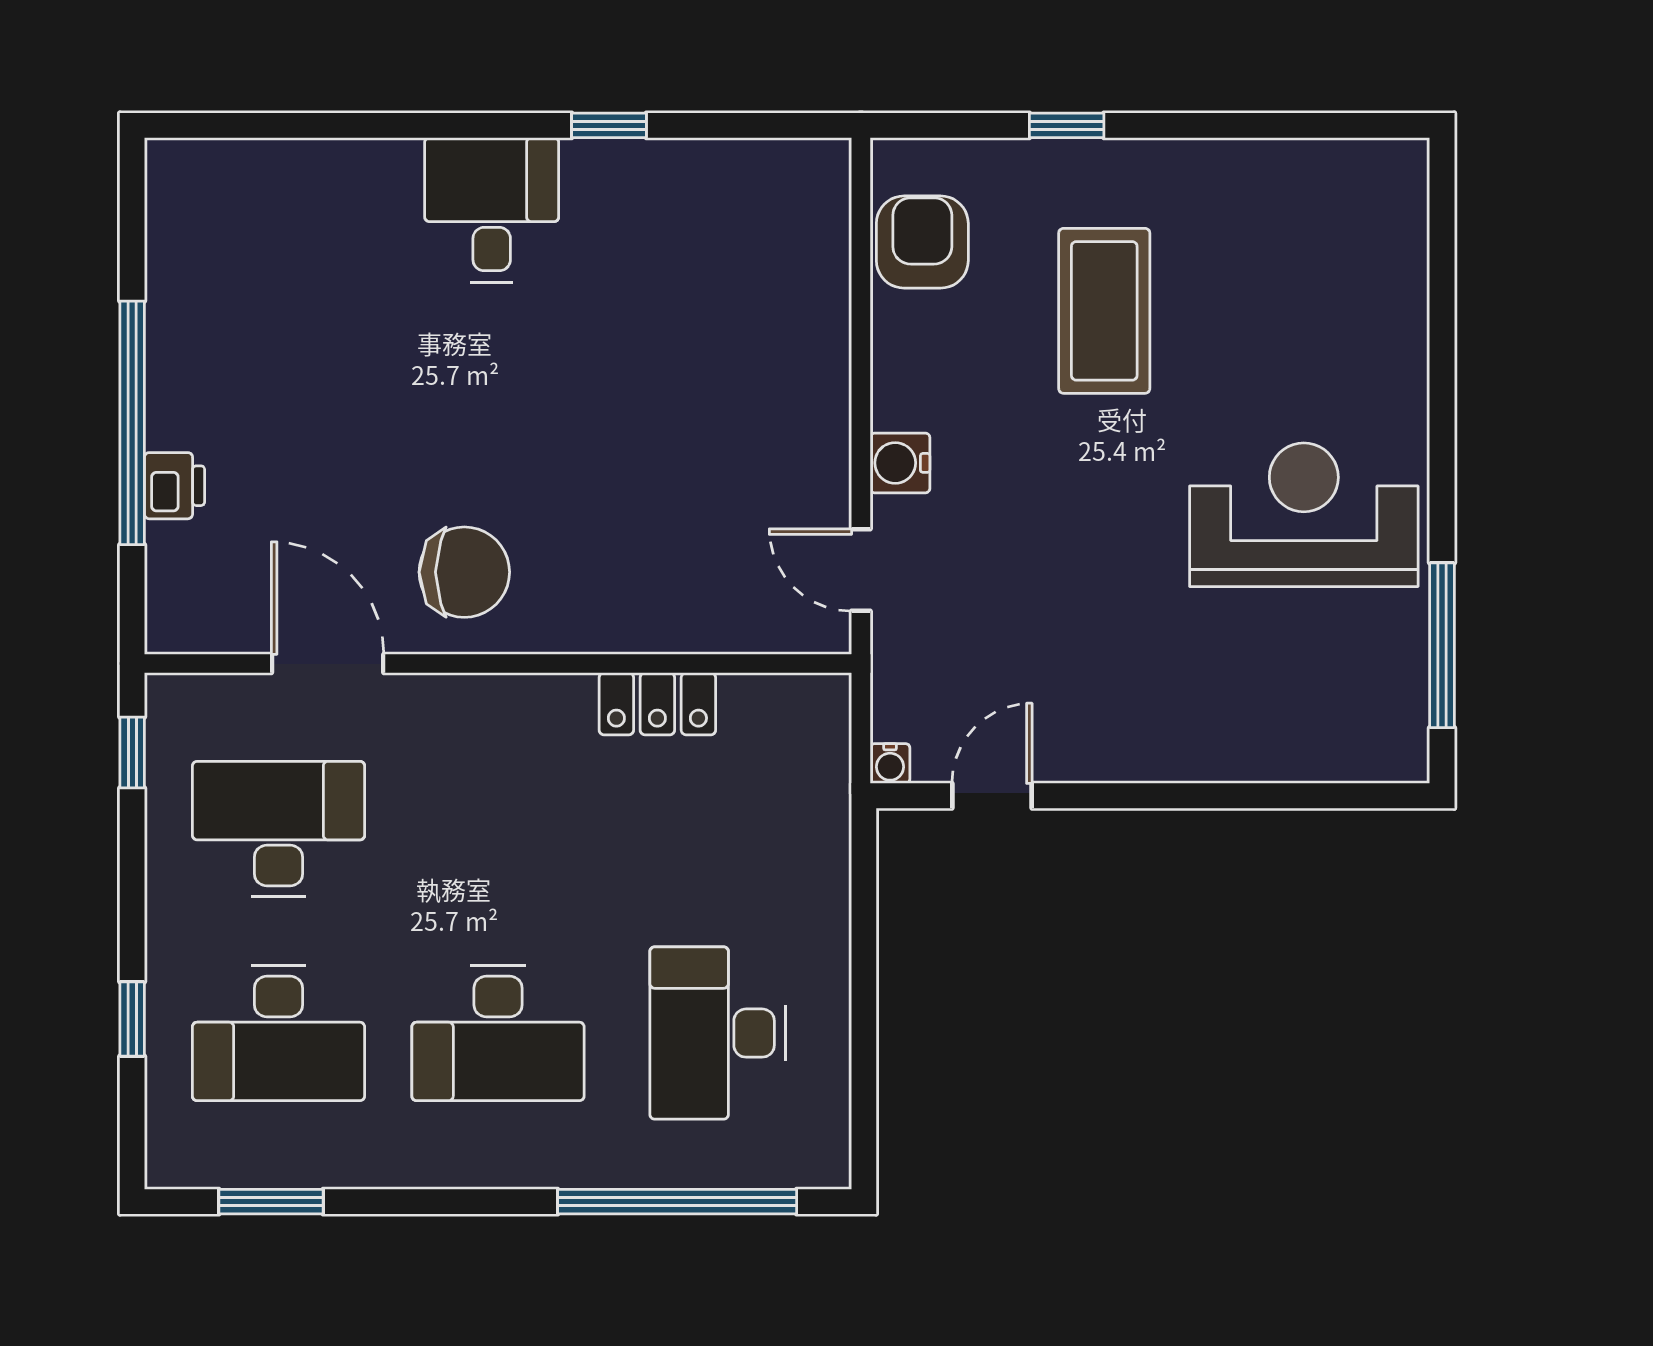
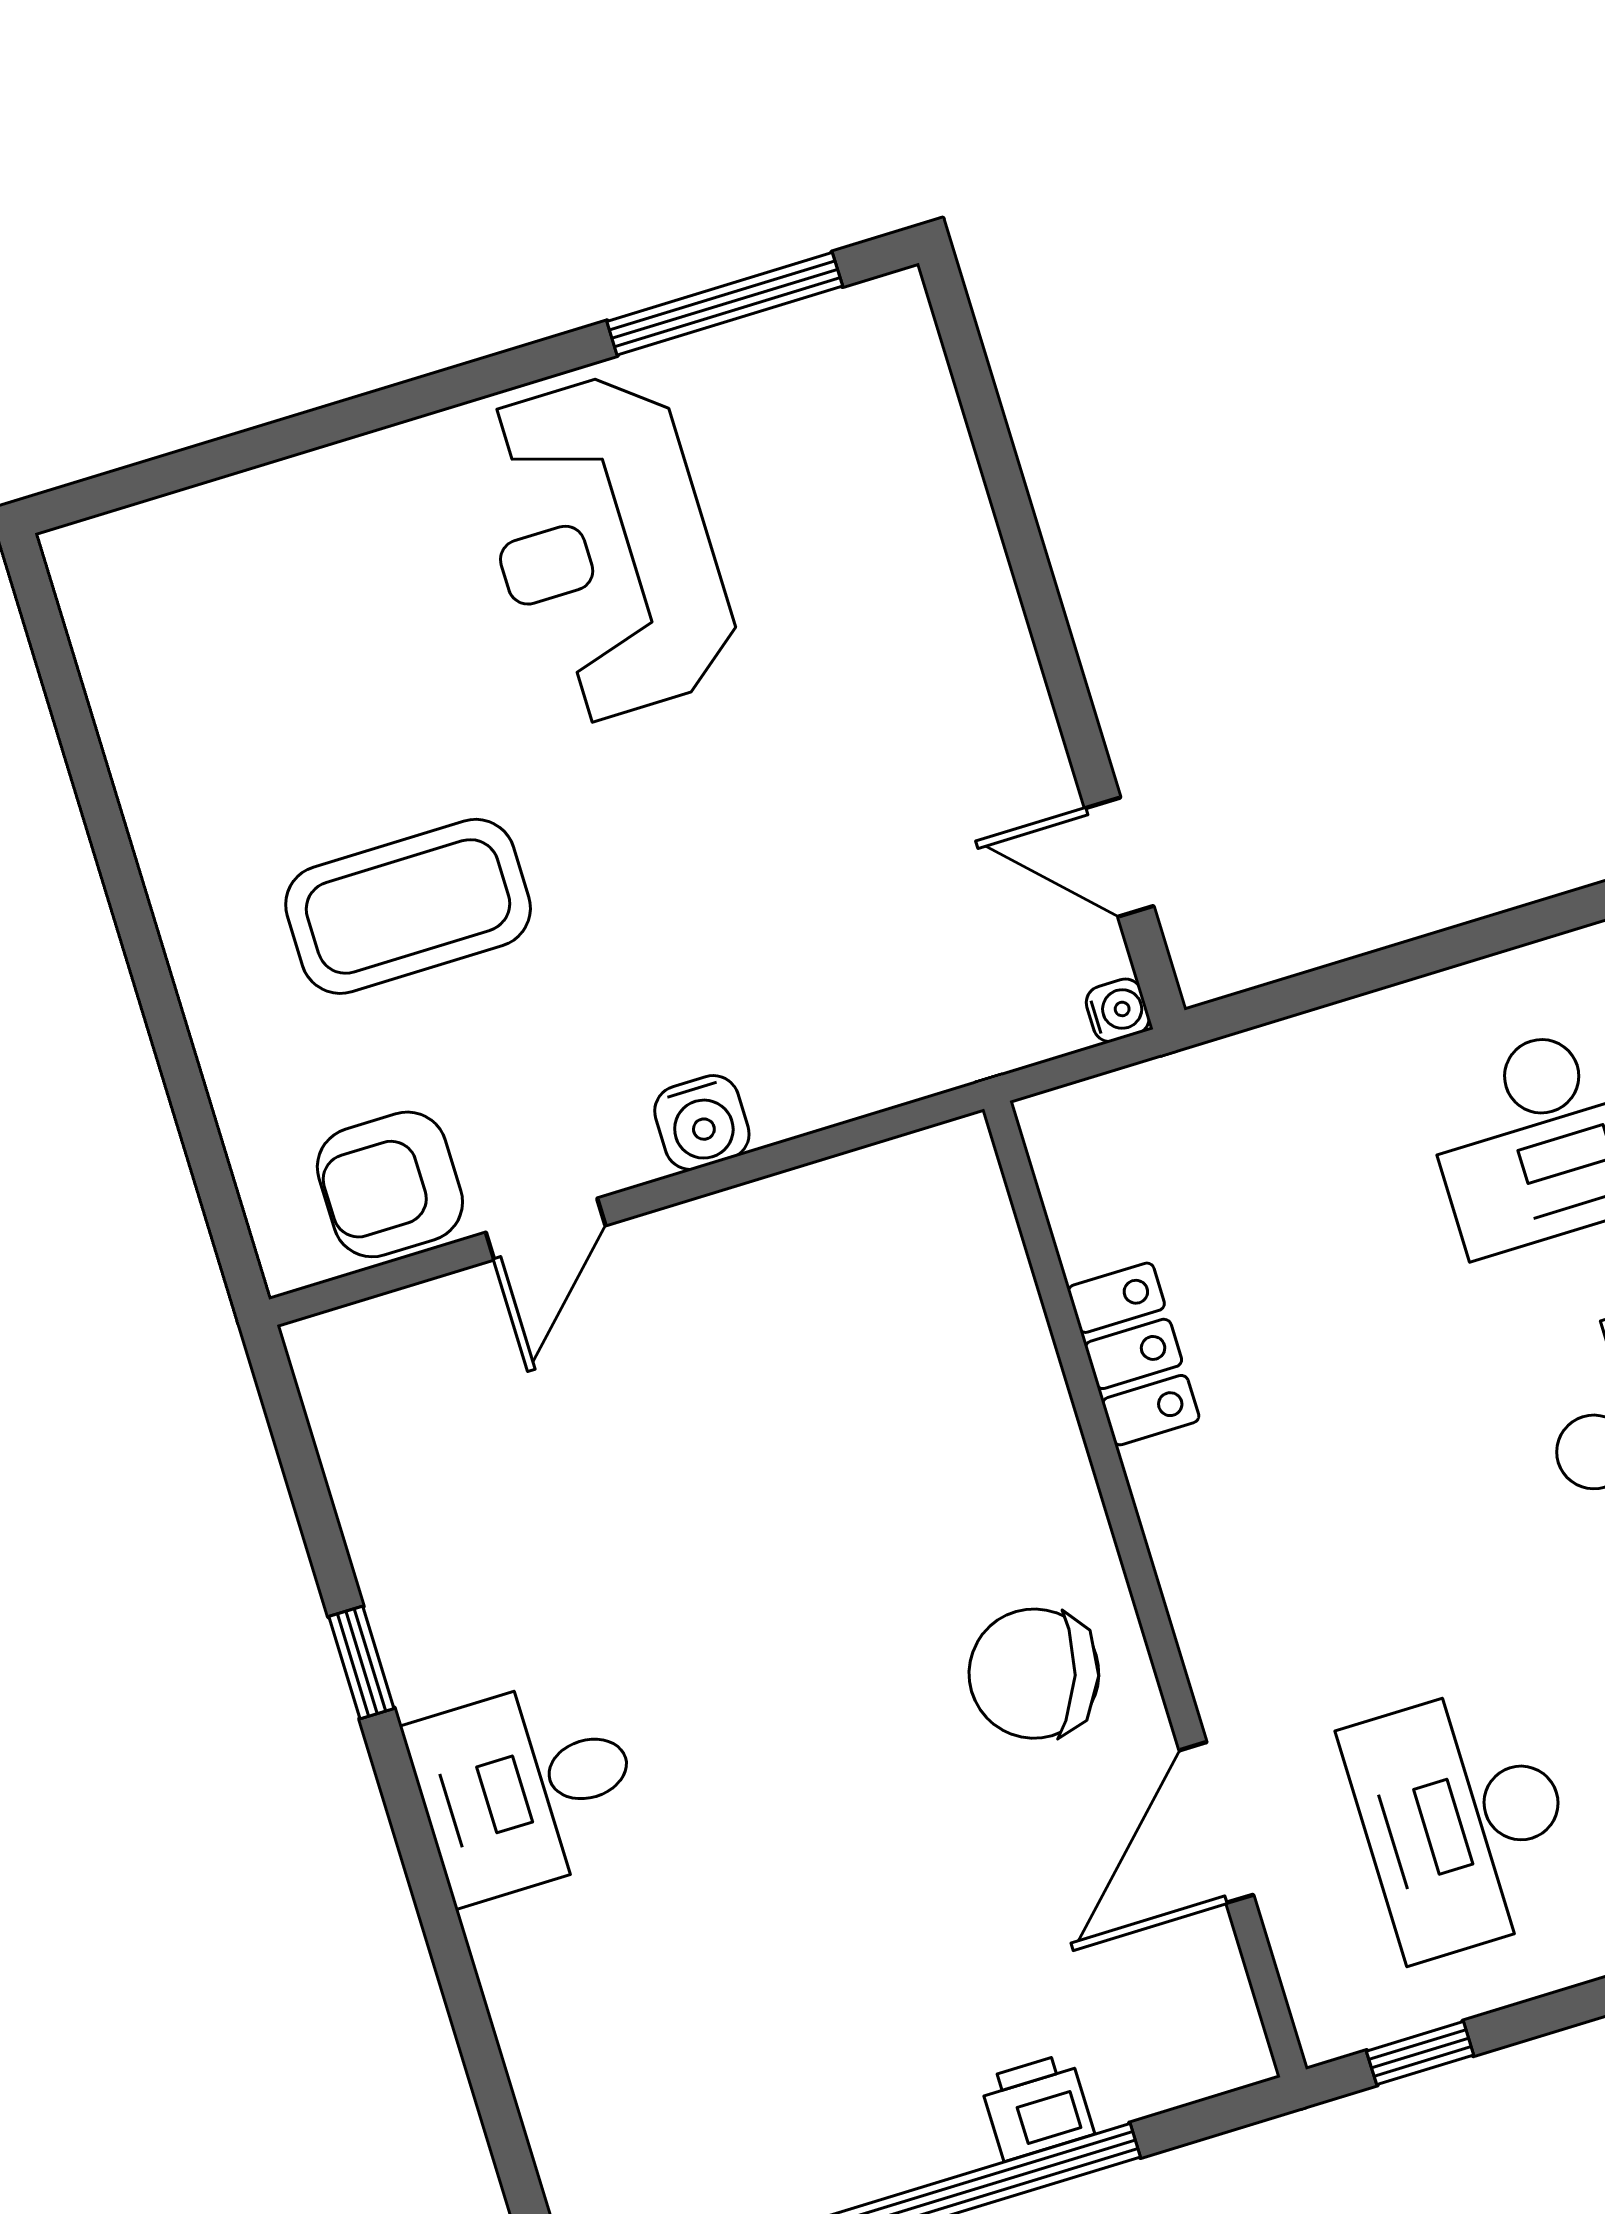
window: (1067, 125) -> (170, 1036), removed
door: (861, 570) -> (546, 1229), moved
chair: (464, 572) -> (1034, 1674), turned -71

